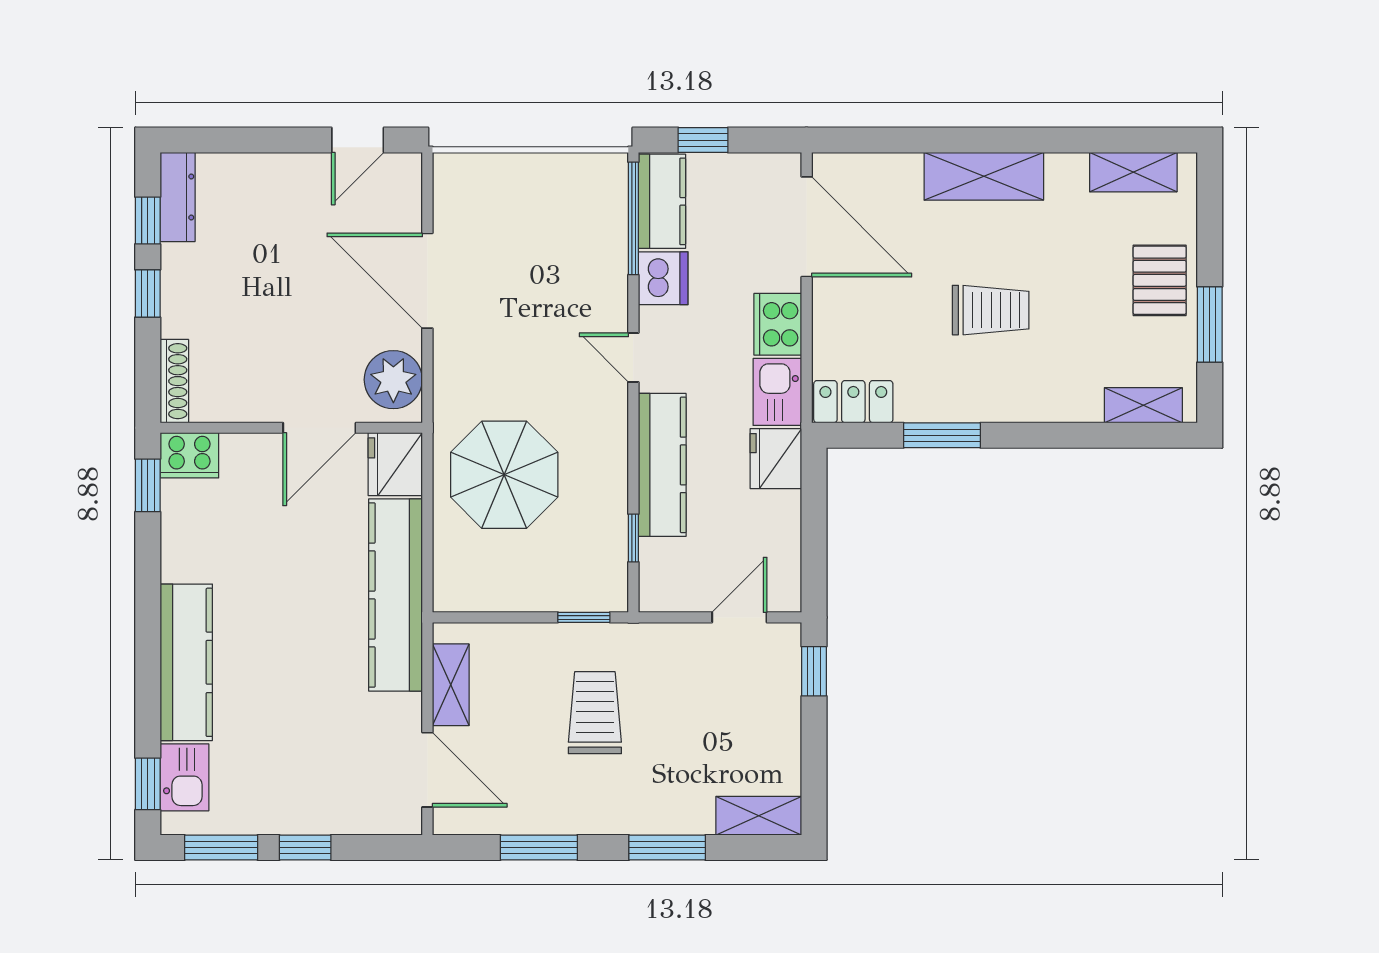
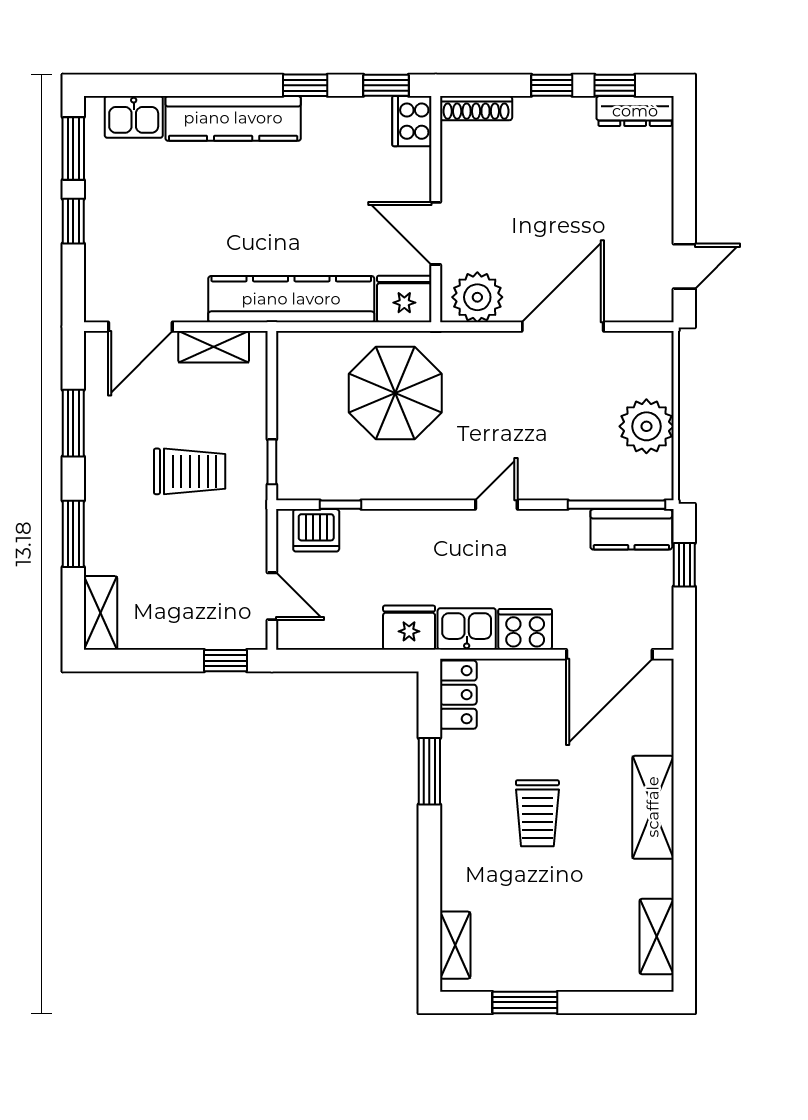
door: (358, 140) -> (684, 266), swing flipped
plant: (543, 184) -> (646, 426), added
dishwasher: (663, 278) -> (316, 530), moved
pallet: (1160, 280) -> (563, 959), removed
kitchen counter: (662, 465) -> (404, 530), removed
window: (148, 784) -> (305, 85), moved

